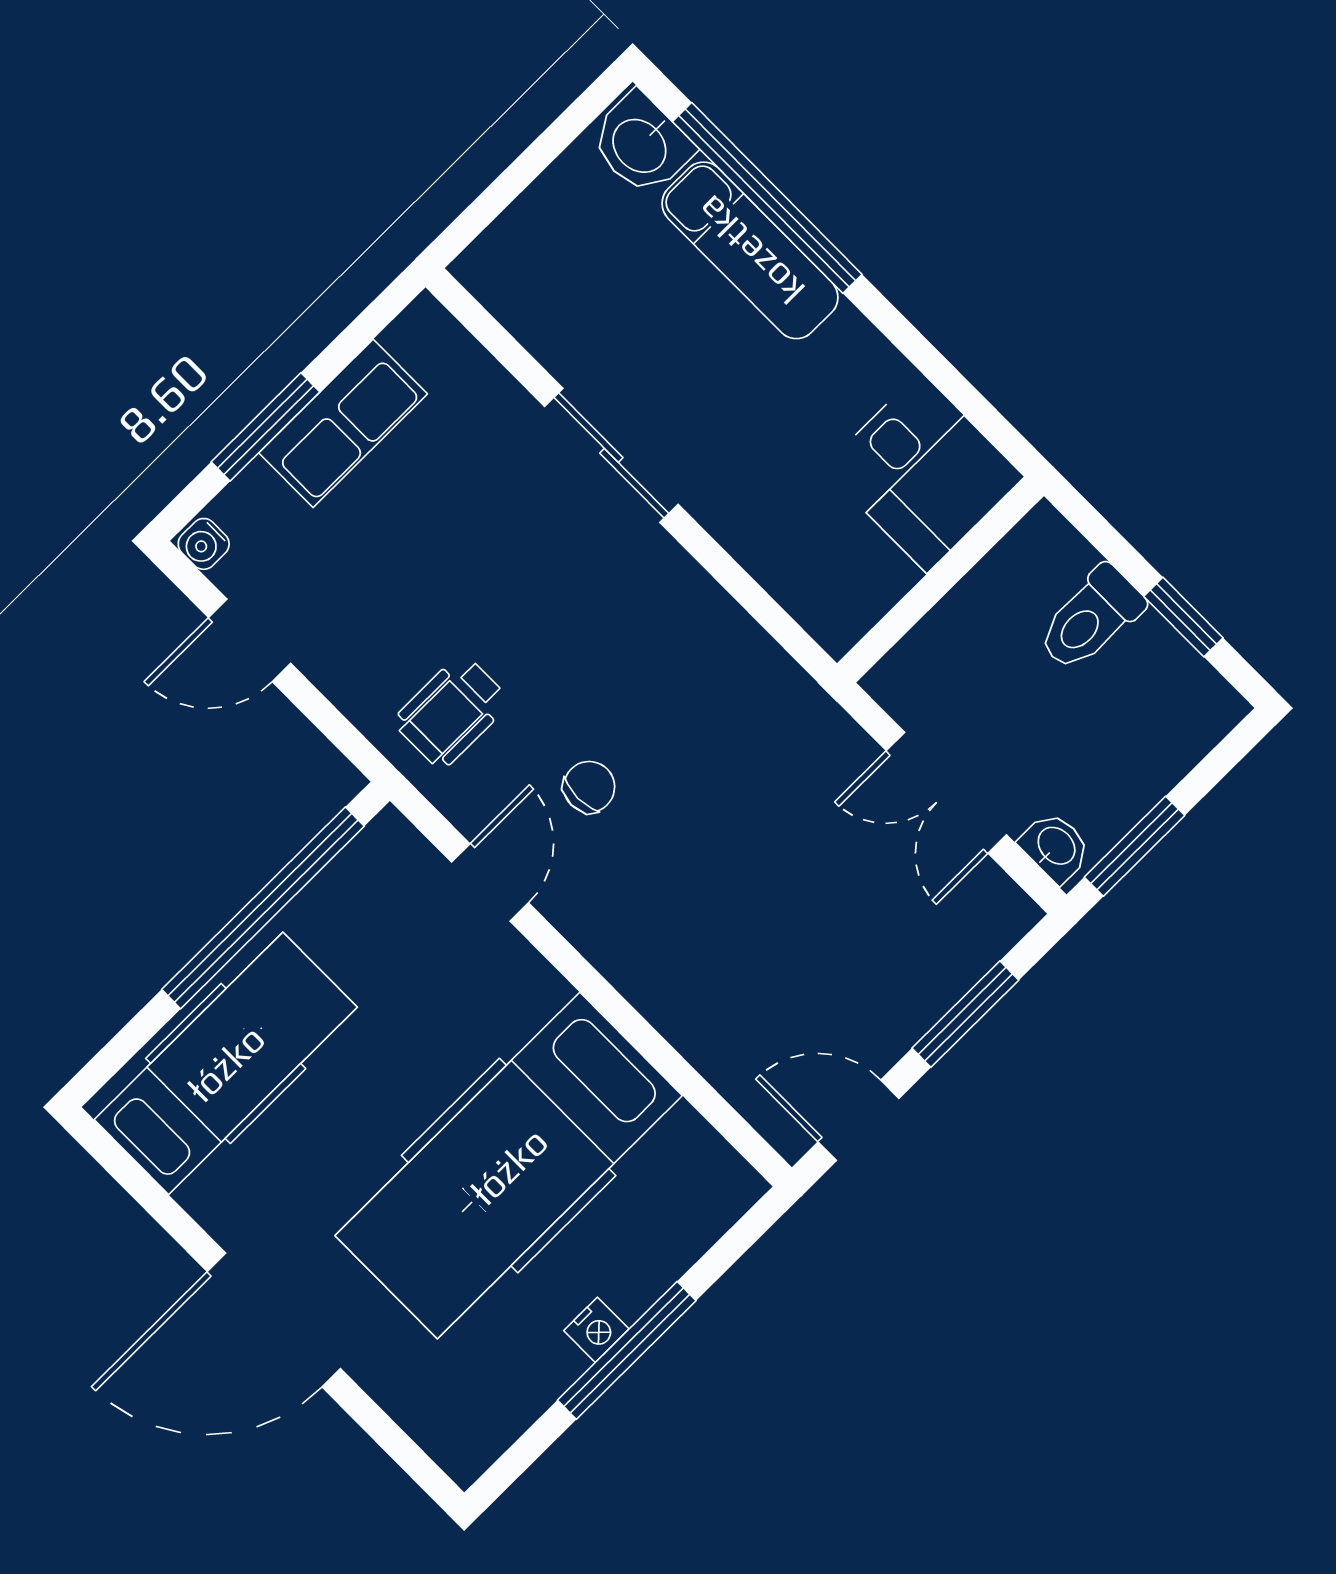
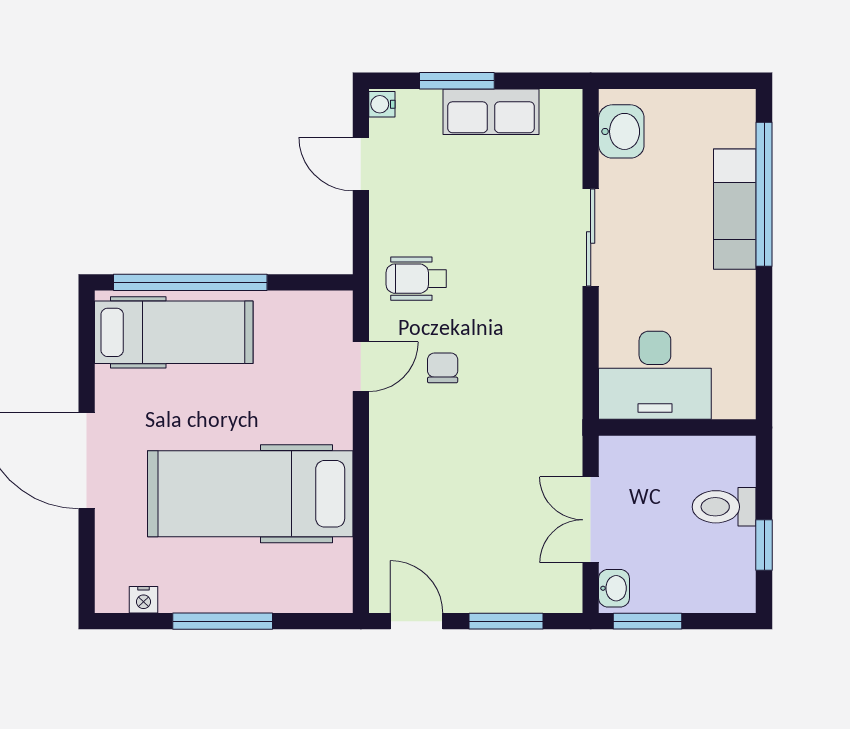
washbasin: (641, 144) -> (621, 131), moved, turned 180
desk: (923, 472) -> (655, 375), moved, width x1.37
chair: (589, 787) -> (443, 368), turned -90
window: (263, 908) -> (190, 282), moved
nightstand: (596, 1330) -> (143, 600), moved

